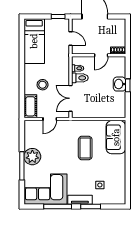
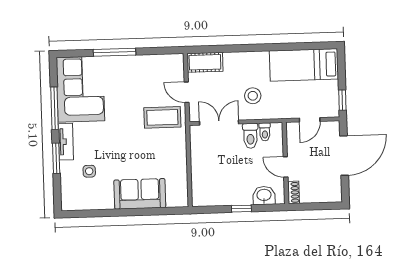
washbasin: (120, 84) -> (264, 195), moved
stool: (43, 85) -> (253, 96), moved
sofa: (116, 137) -> (140, 194), moved
coffee table: (85, 148) -> (162, 117), moved
plant: (32, 157) -> (129, 68), removed

